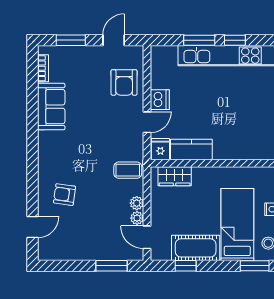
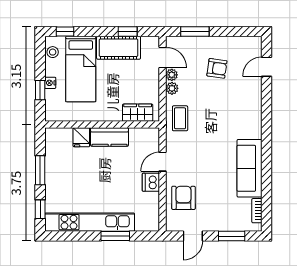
window: (235, 40) -> (83, 236), removed
sofa: (51, 107) -> (249, 168), width x1.36
fridge: (160, 149) -> (81, 137), moved
kitchen counter: (191, 150) -> (110, 137), moved
coffee table: (128, 170) -> (180, 118), turned 90
armchair: (65, 195) -> (217, 68), moved
window: (255, 266) -> (65, 32), width x0.67

